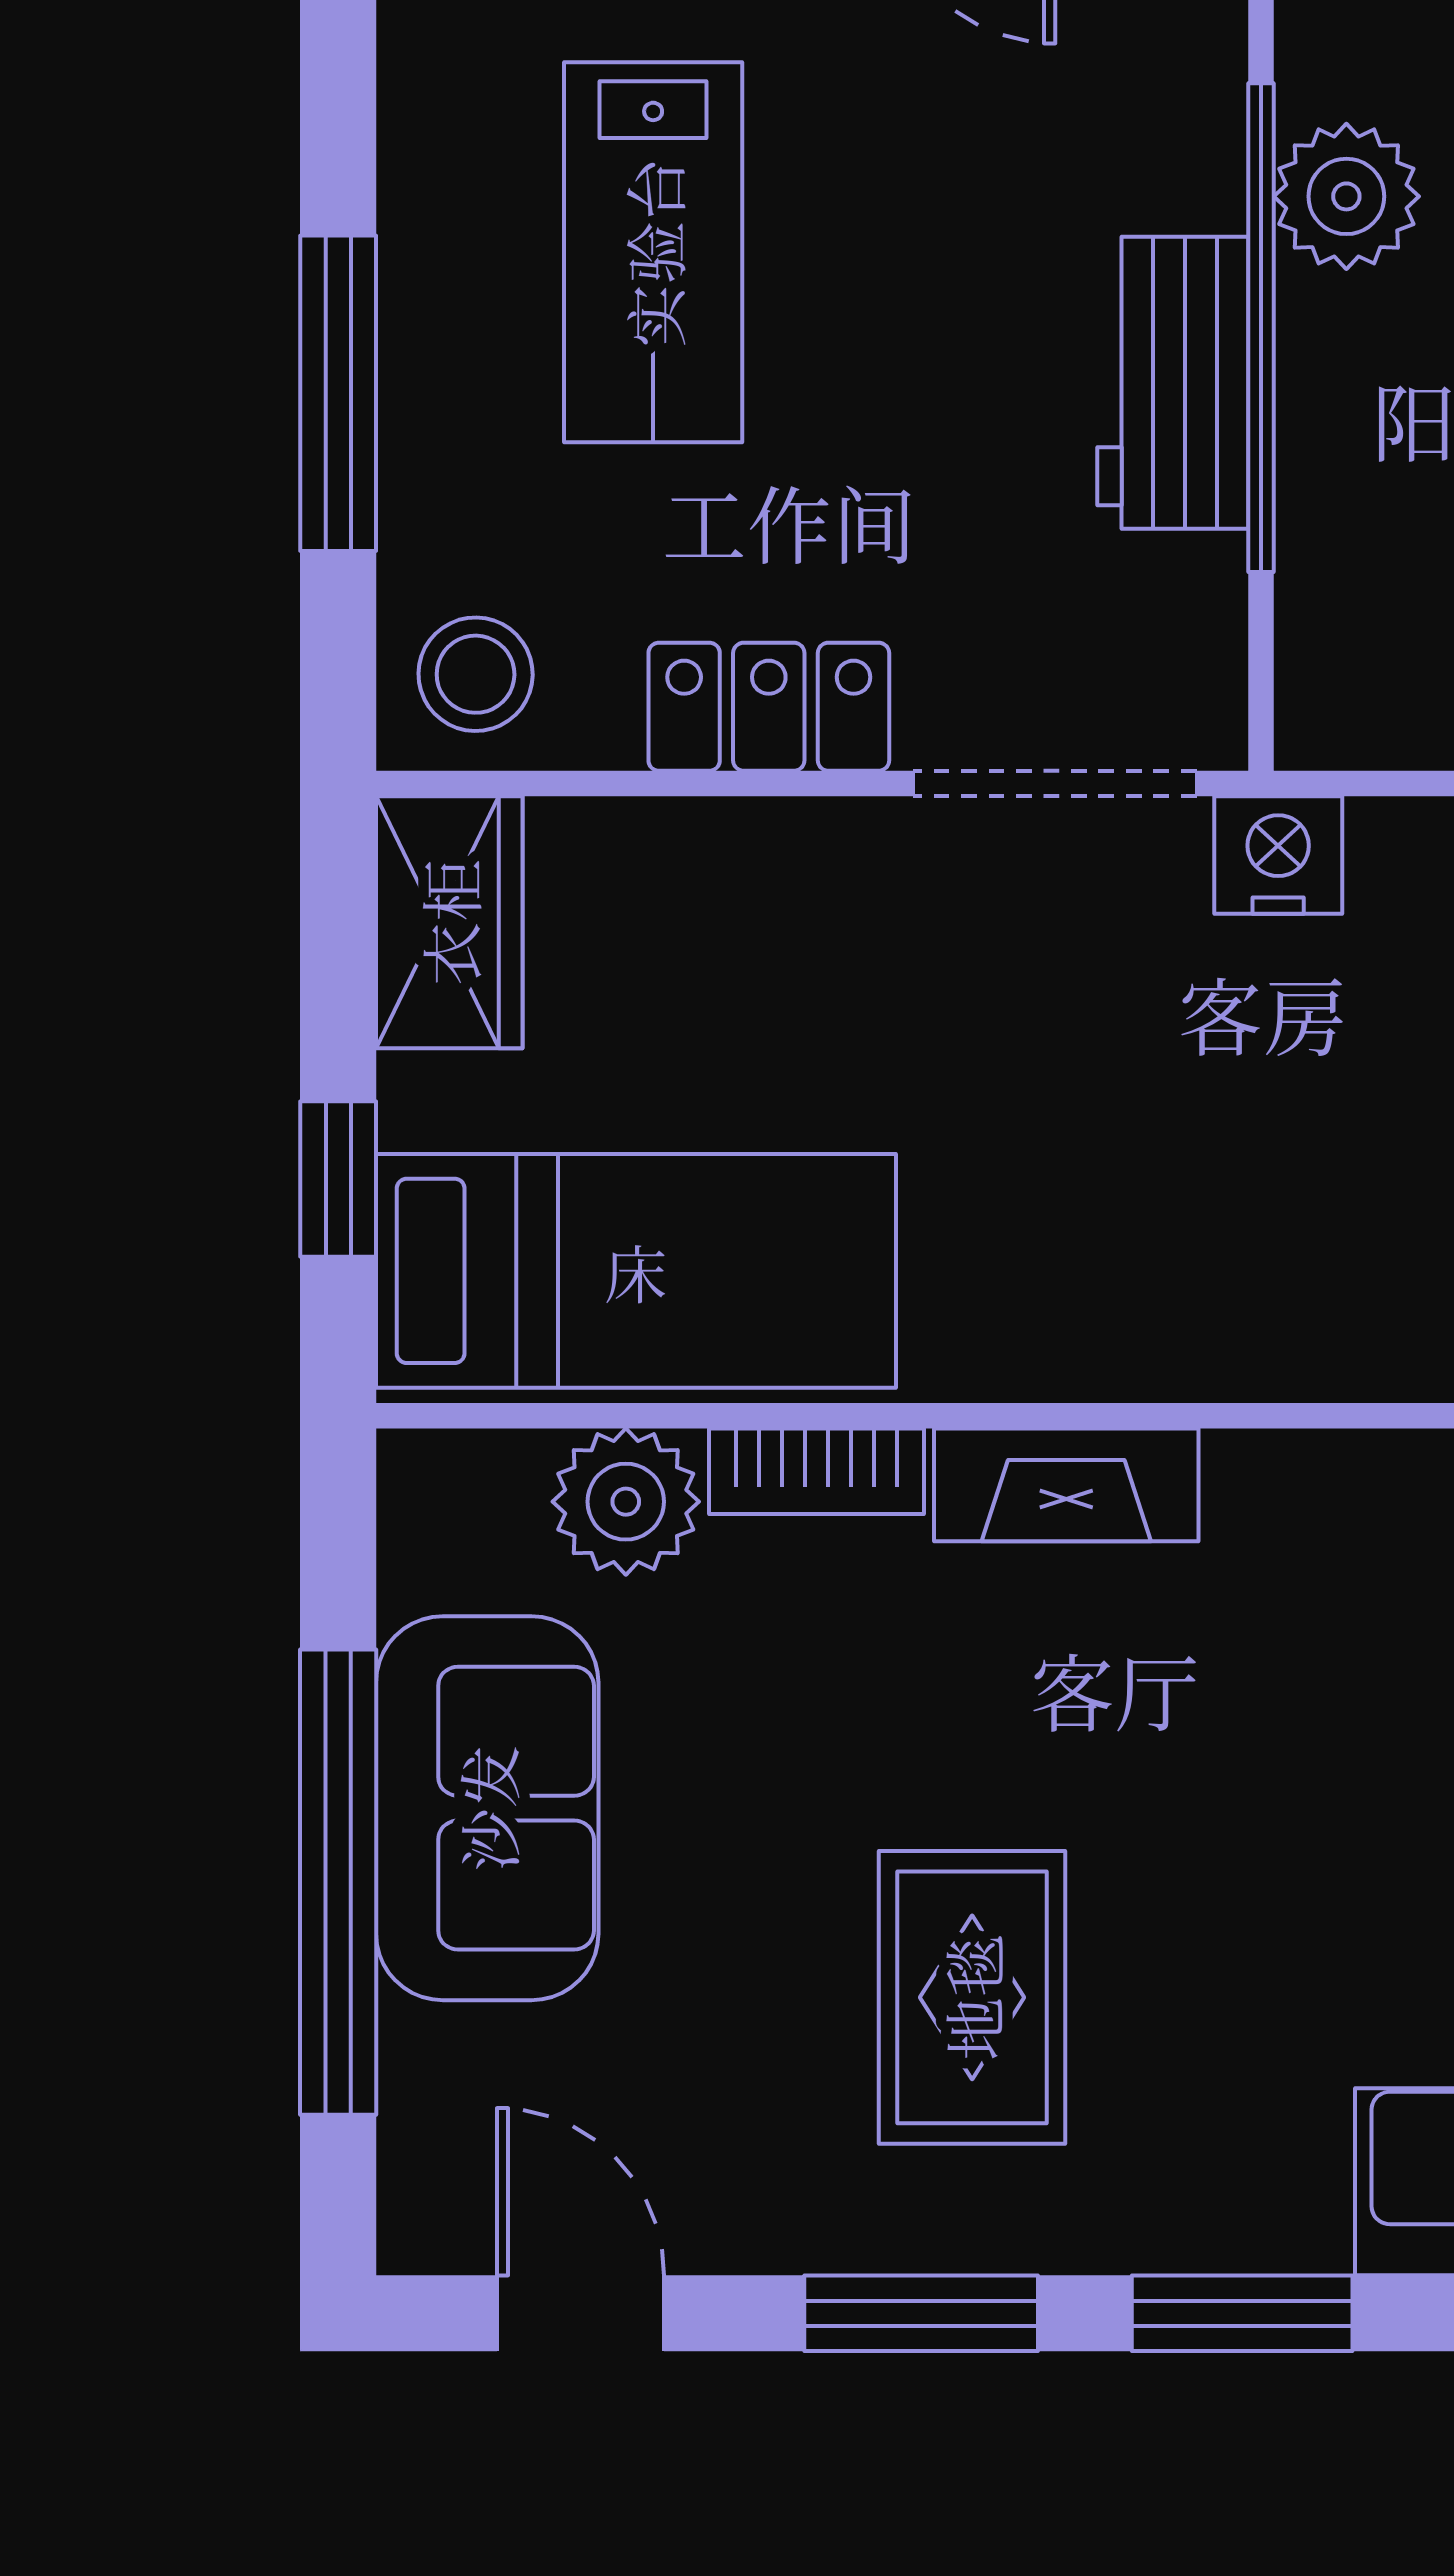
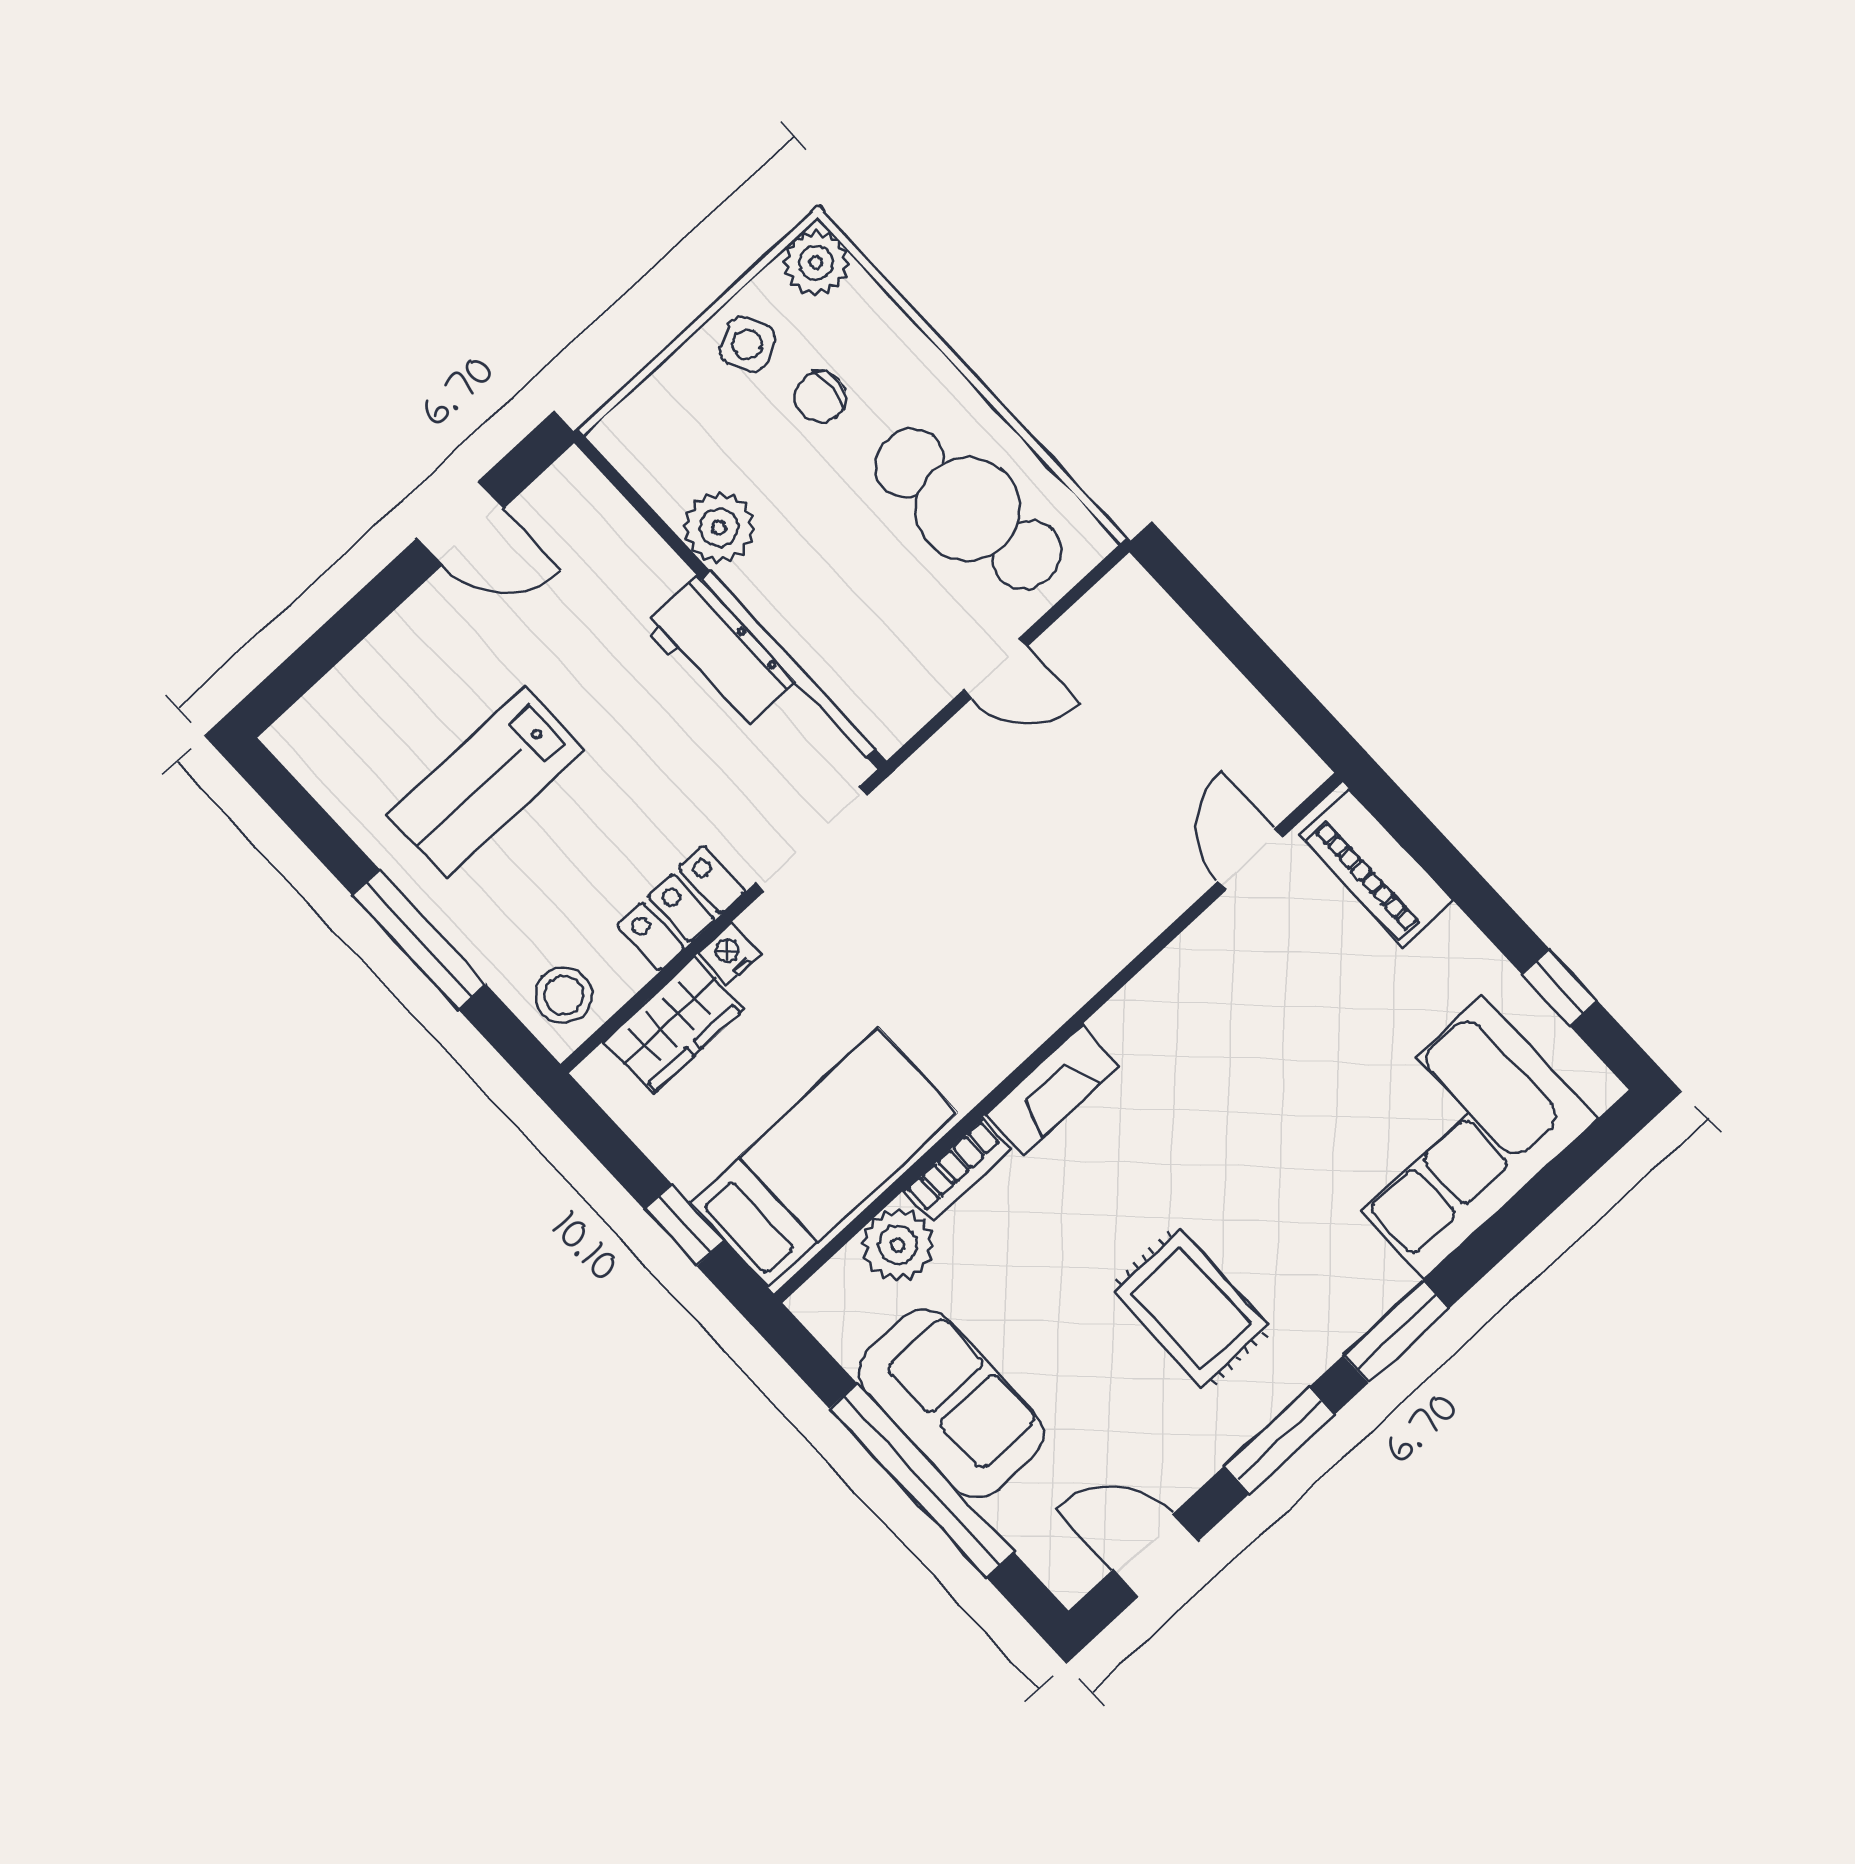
lab bench: (653, 252) -> (486, 782), turned 90
window: (1261, 328) -> (788, 664), moved
nightstand: (1278, 855) -> (729, 953), moved, width x0.72, depth x0.74
wardrobe: (449, 922) -> (673, 1026), moved, turned 90

